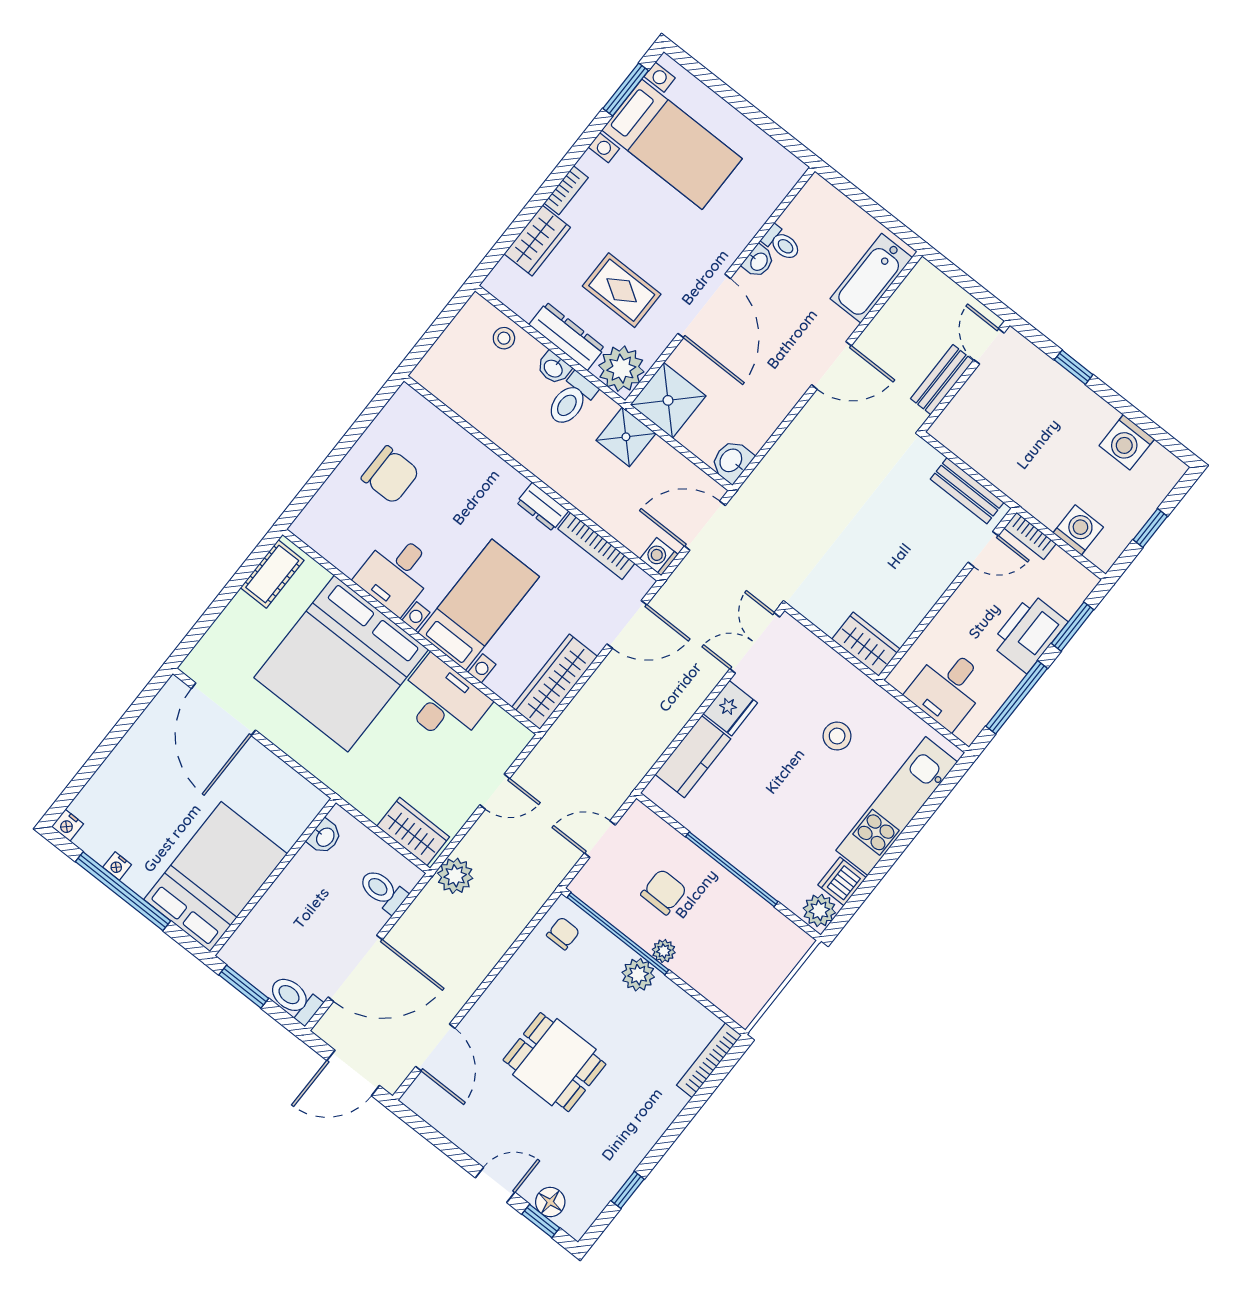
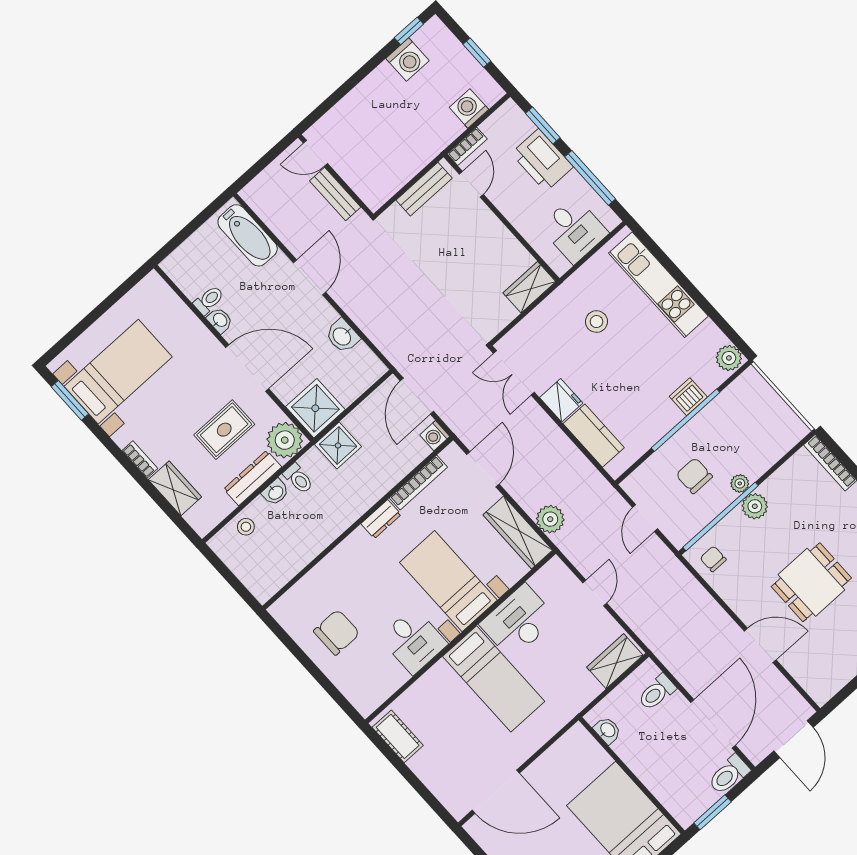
window: (1074, 367) -> (409, 31), moved
toilet: (571, 400) -> (298, 479), width x0.73, depth x0.72
washbasin: (732, 461) -> (342, 336), moved
bed: (341, 664) -> (494, 679), width x0.49
plant: (455, 876) -> (550, 519), moved
dishwasher: (842, 881) -> (688, 397), moved, turned 90
door: (435, 1047) -> (760, 645), moved

